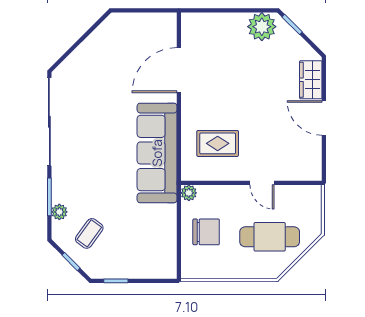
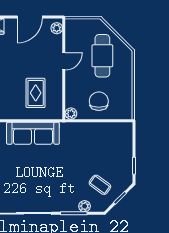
door: (324, 118) -> (30, 17), moved
sofa: (157, 153) -> (33, 133), width x0.74, depth x0.79
plant: (308, 173) -> (57, 28), added

